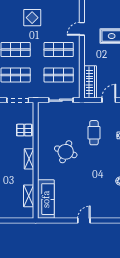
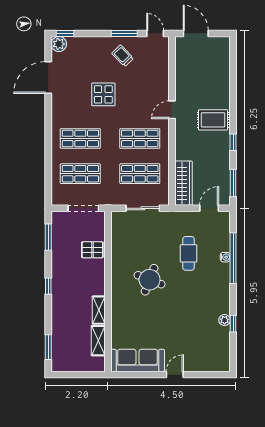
shelving: (29, 159) -> (99, 310), moved
sofa: (46, 199) -> (138, 360), moved, turned -90

